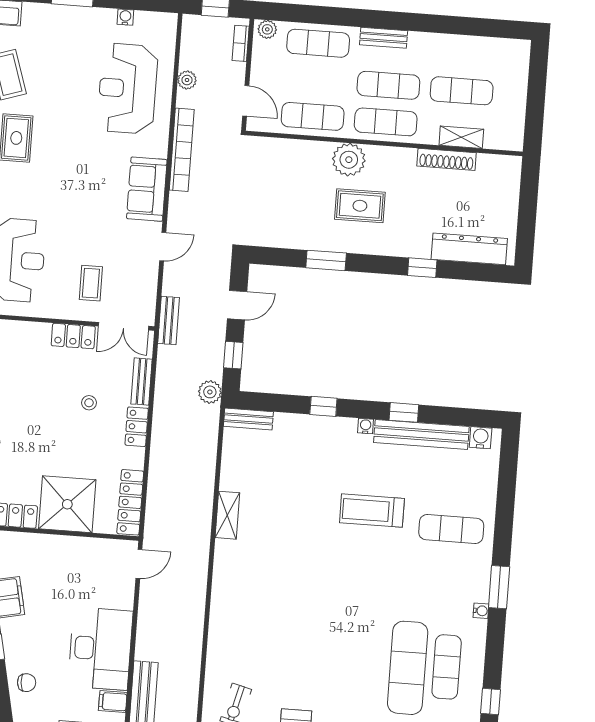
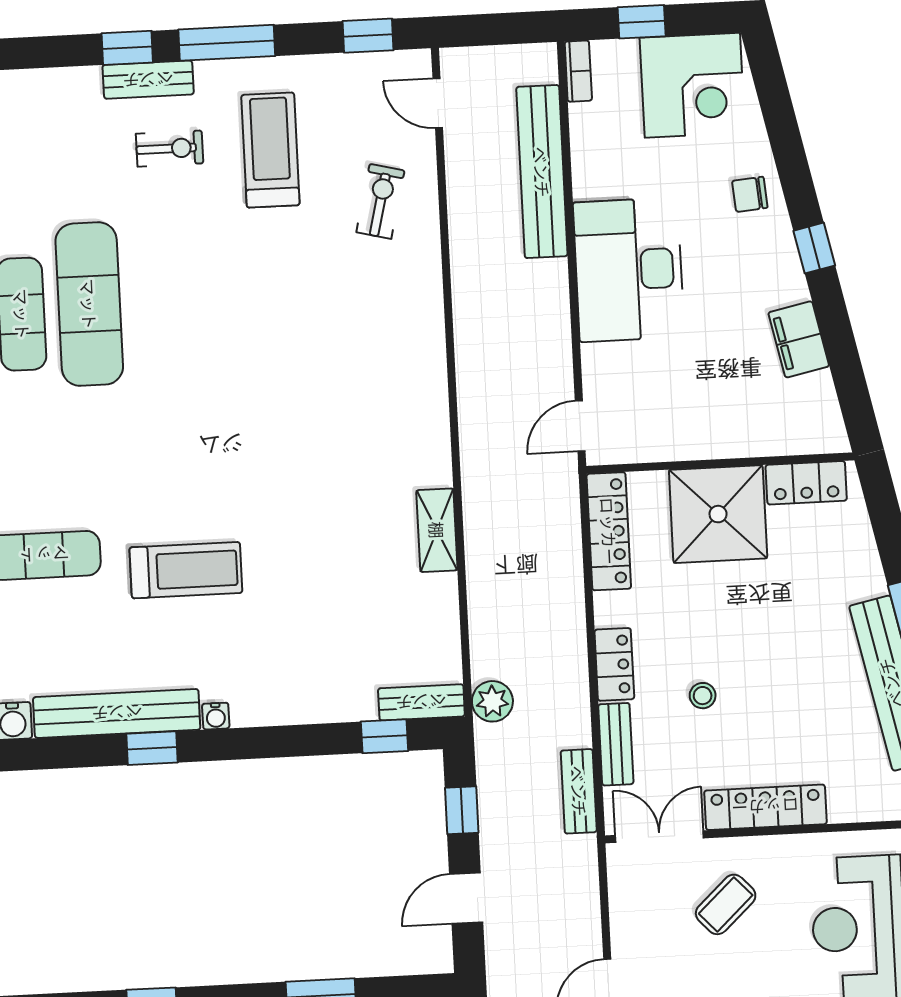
coffee table: (91, 283) -> (726, 904), turned 47
bench: (169, 320) -> (579, 791), moved
locker: (73, 336) -> (765, 807), width x1.53
plant: (210, 392) -> (492, 701), moved
window: (323, 406) -> (385, 736), moved
filing cabinet: (113, 702) -> (595, 180), removed

